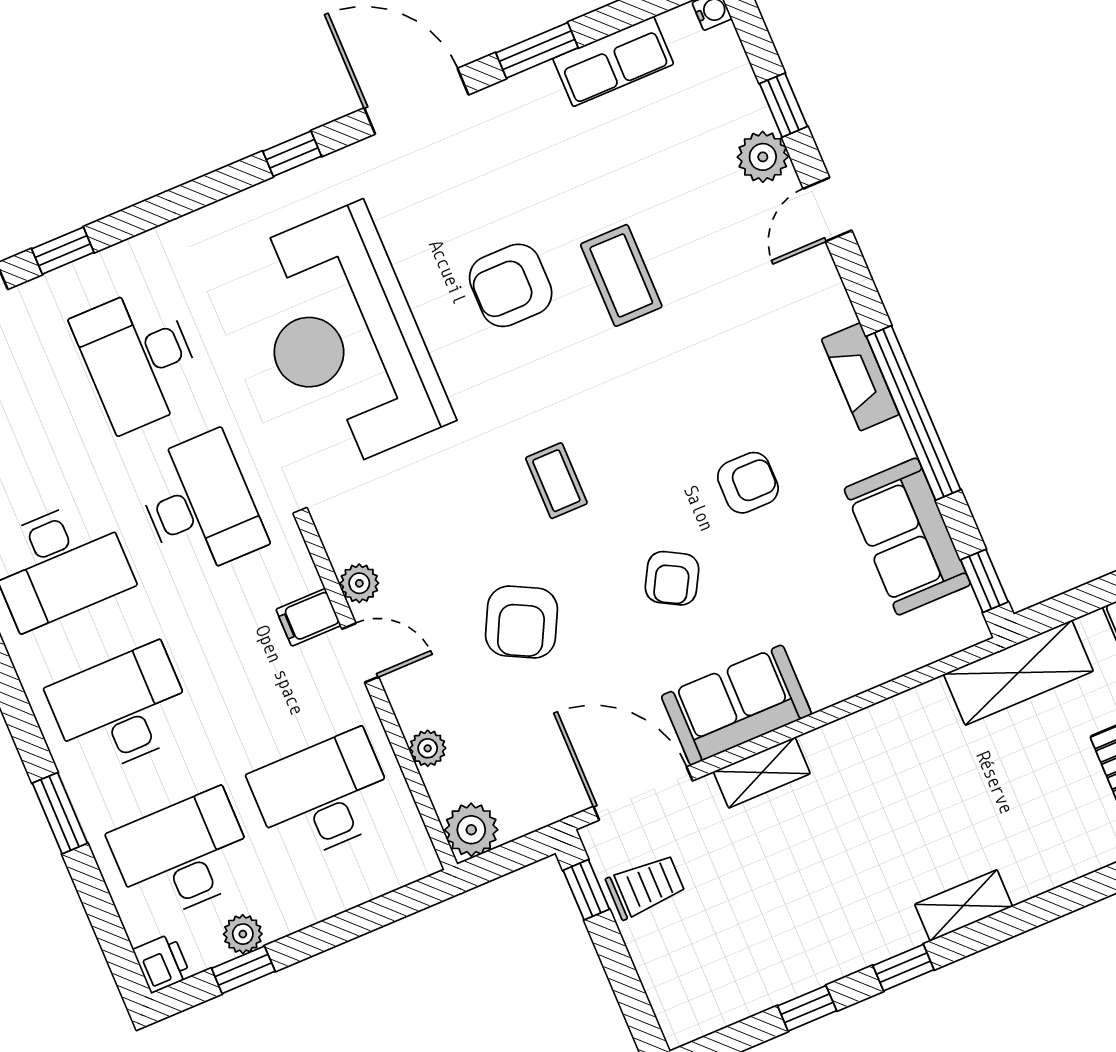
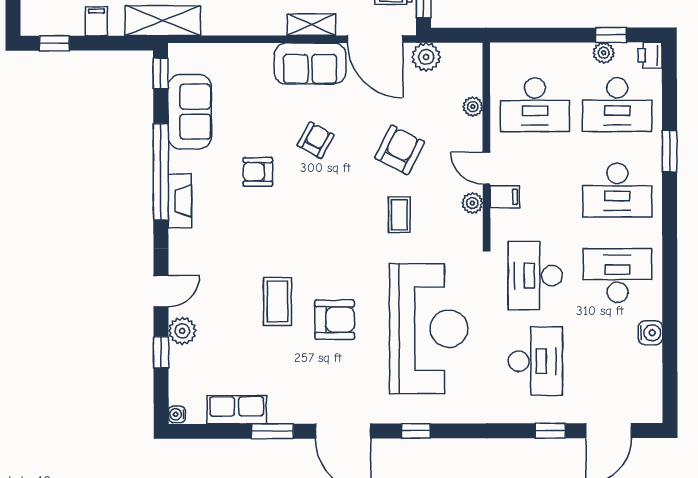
coffee table: (556, 481) -> (399, 215), moved
plant: (471, 830) -> (426, 57), moved

